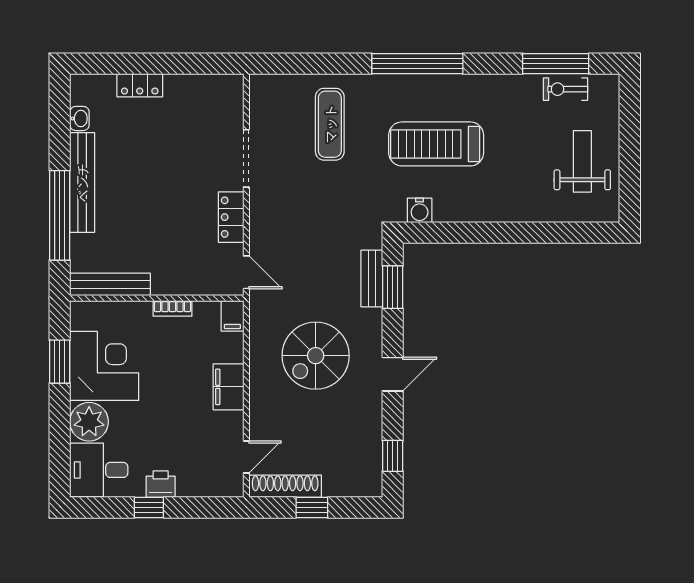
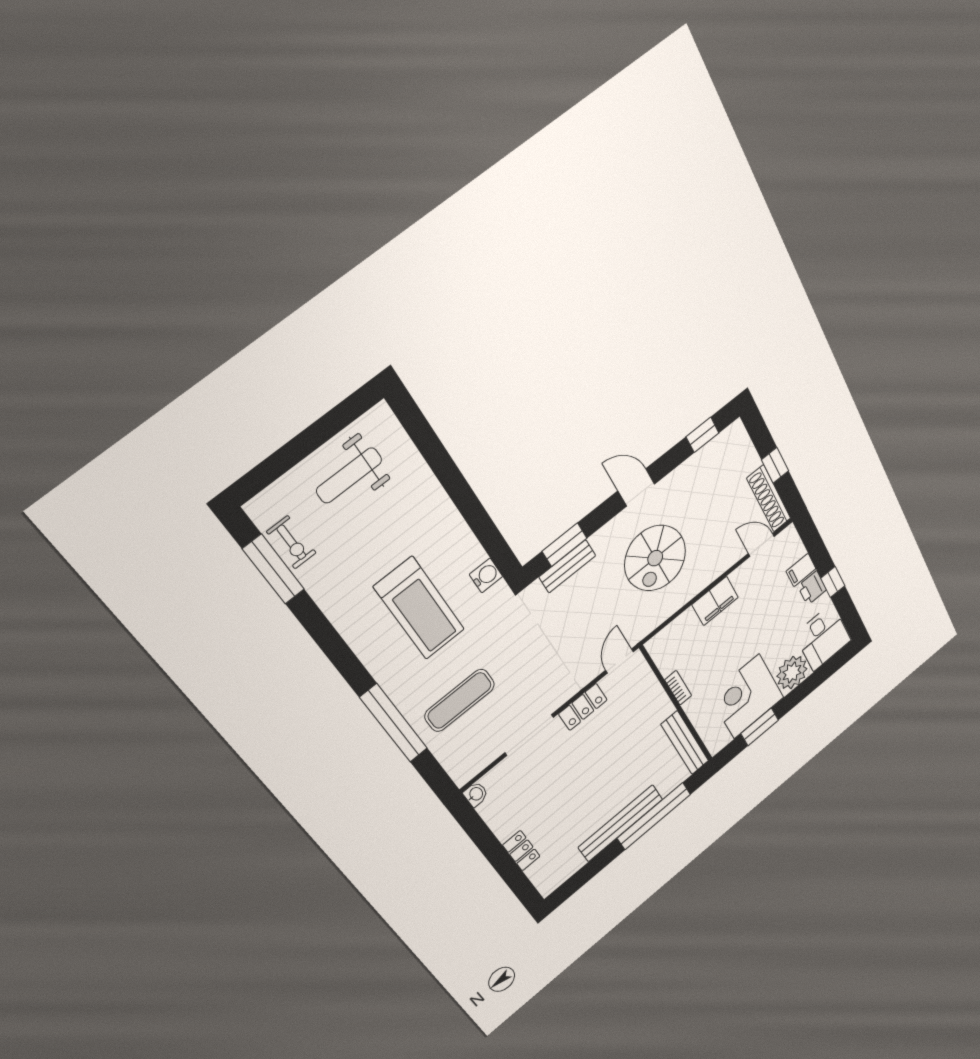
window: (417, 64) -> (394, 723), moved
washbasin: (79, 118) -> (476, 794), moved, turned 90
filing cabinet: (232, 316) -> (801, 570), moved, turned 180
spiral stairs: (316, 356) -> (655, 558), turned 90

